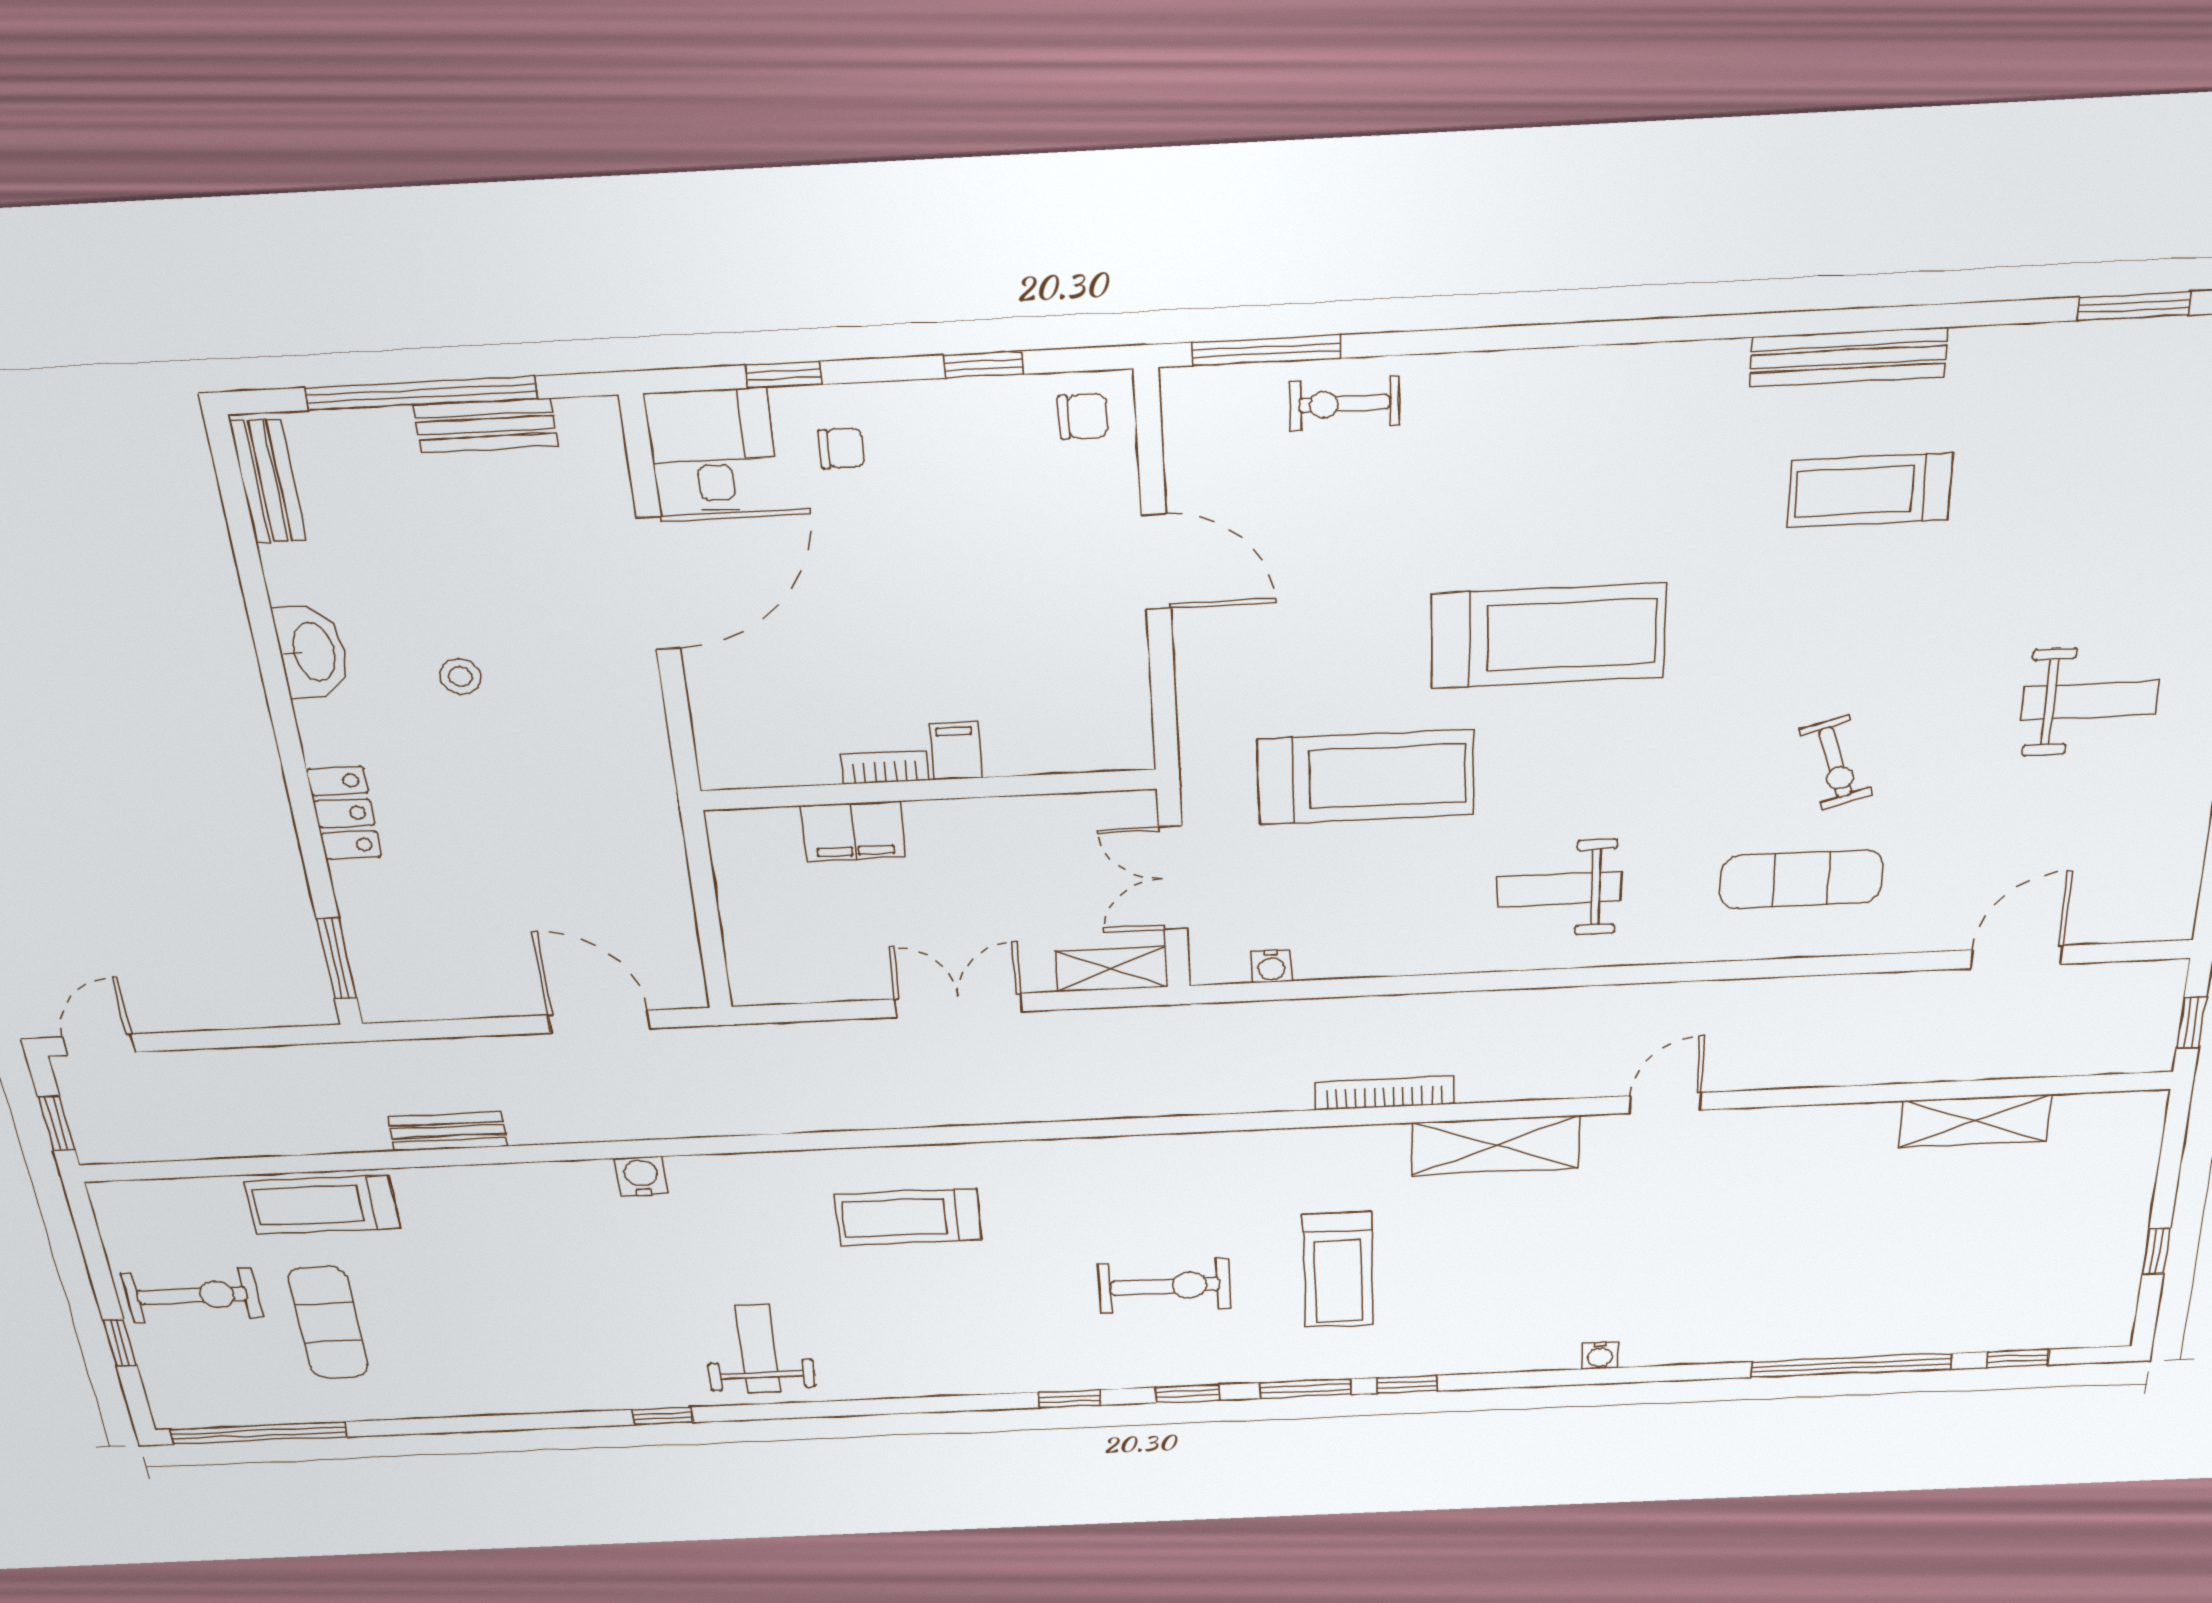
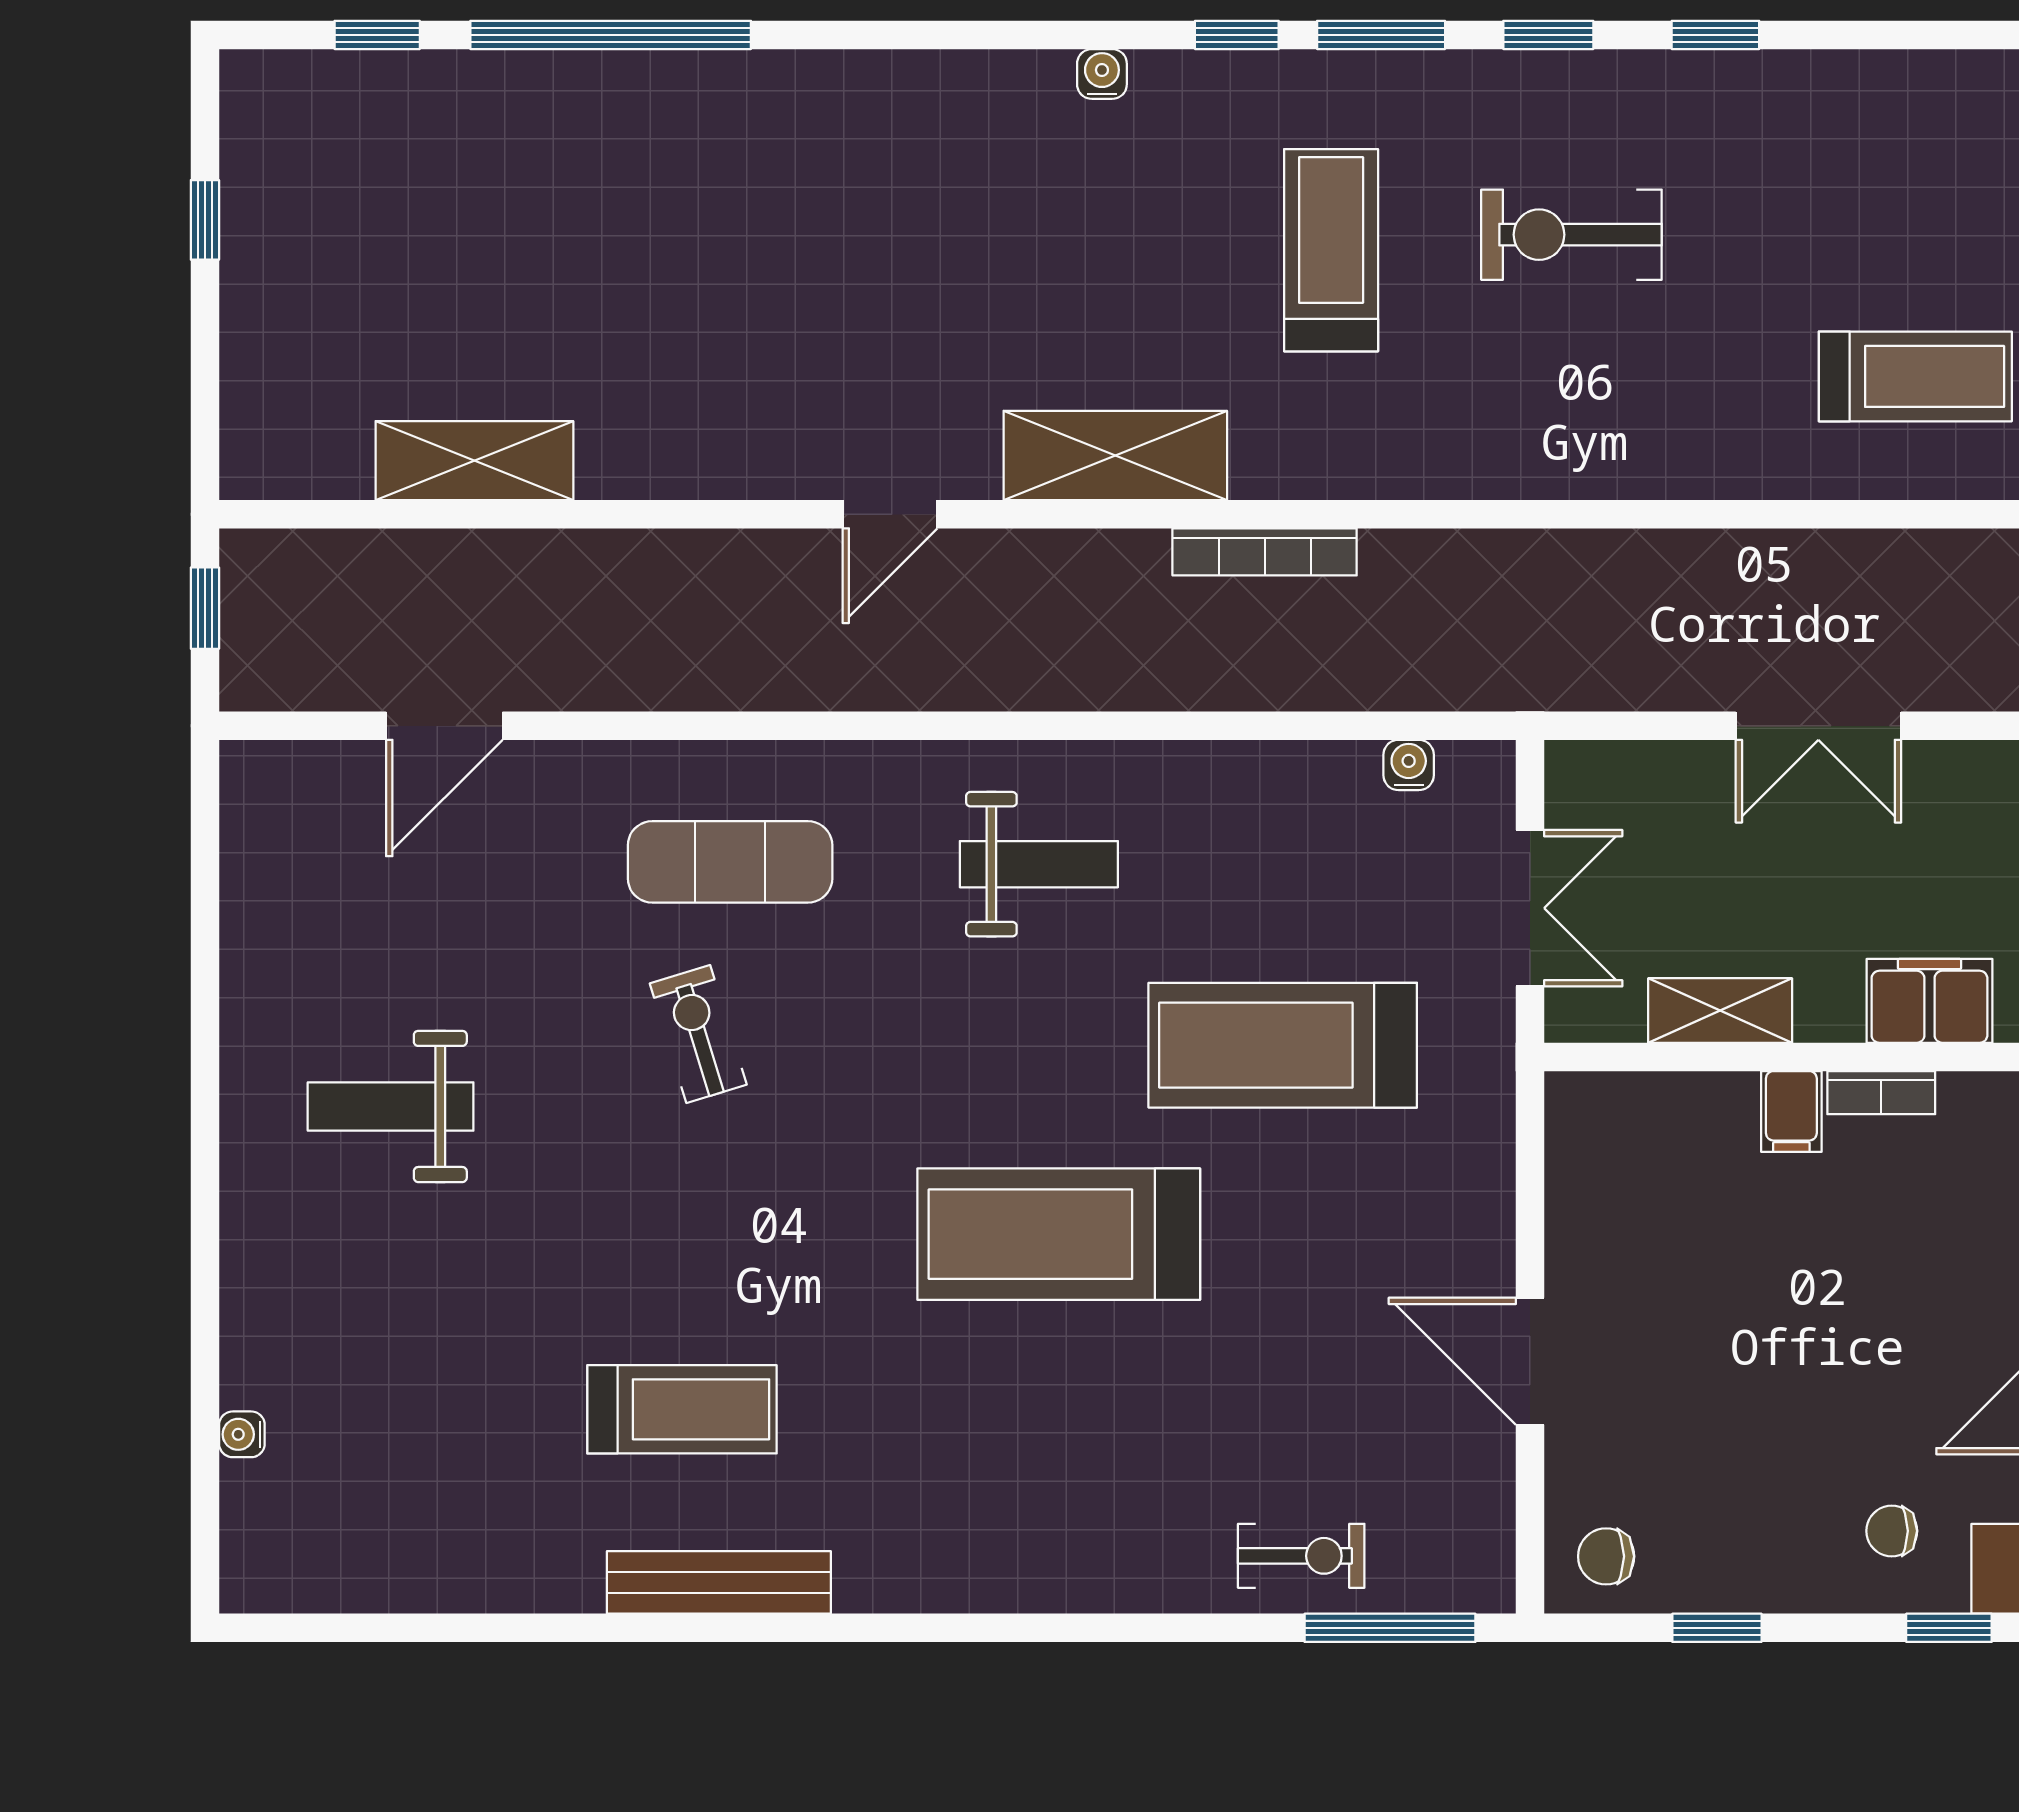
window: (2134, 306) -> (397, 1628), removed
shelving: (1111, 969) -> (1720, 1010), moved
water cooler: (1600, 1355) -> (1102, 74), moved

